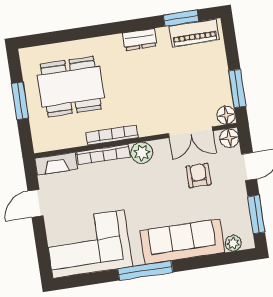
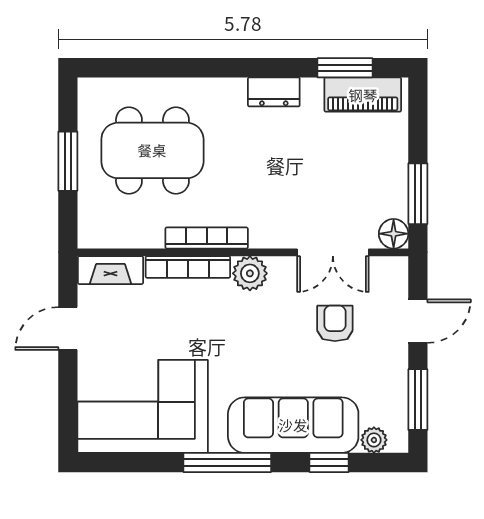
floor lamp: (229, 138) -> (393, 271), removed
window: (208, 261) -> (329, 462), added

